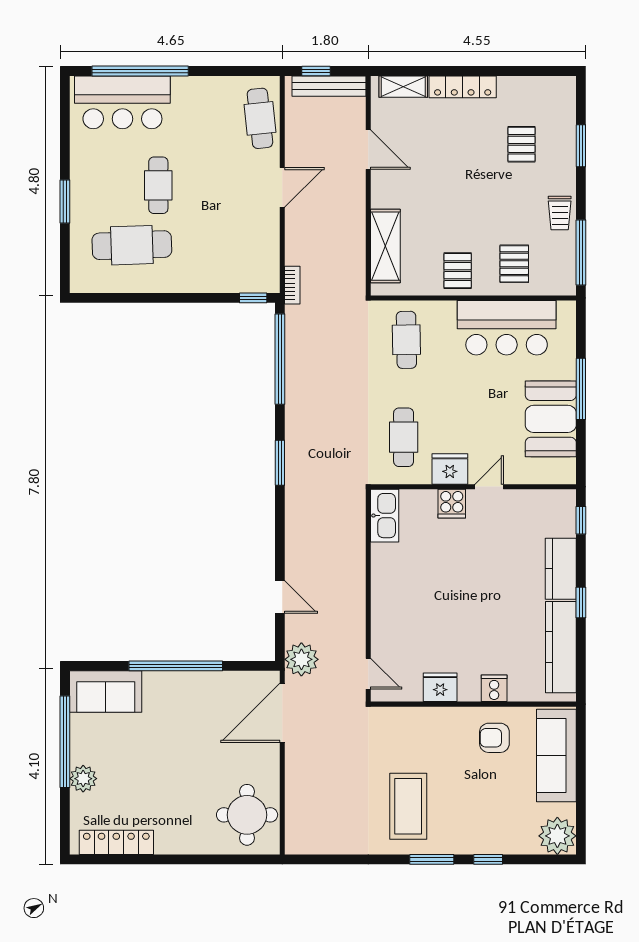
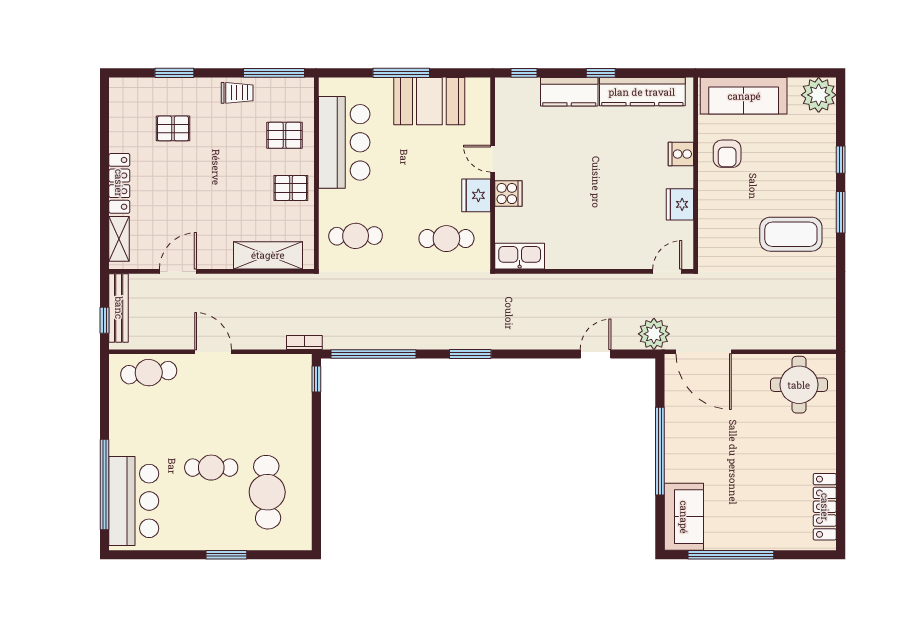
plant: (83, 779) -> (765, 538), removed

